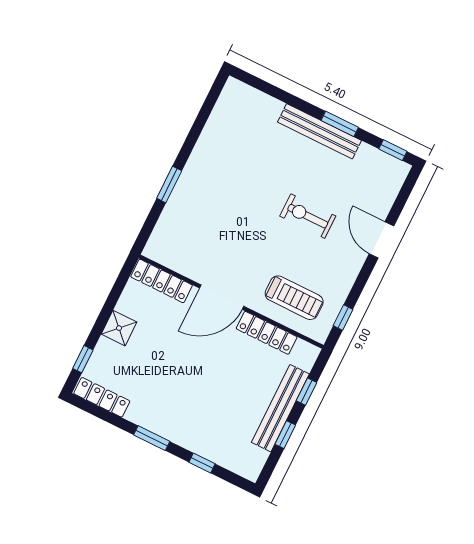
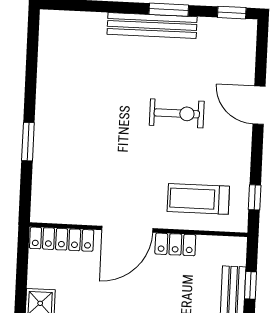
exercise bike: (308, 216) -> (177, 113), turned 180
treadmill: (294, 298) -> (198, 199), turned 180
locker: (267, 333) -> (175, 244), width x0.66

